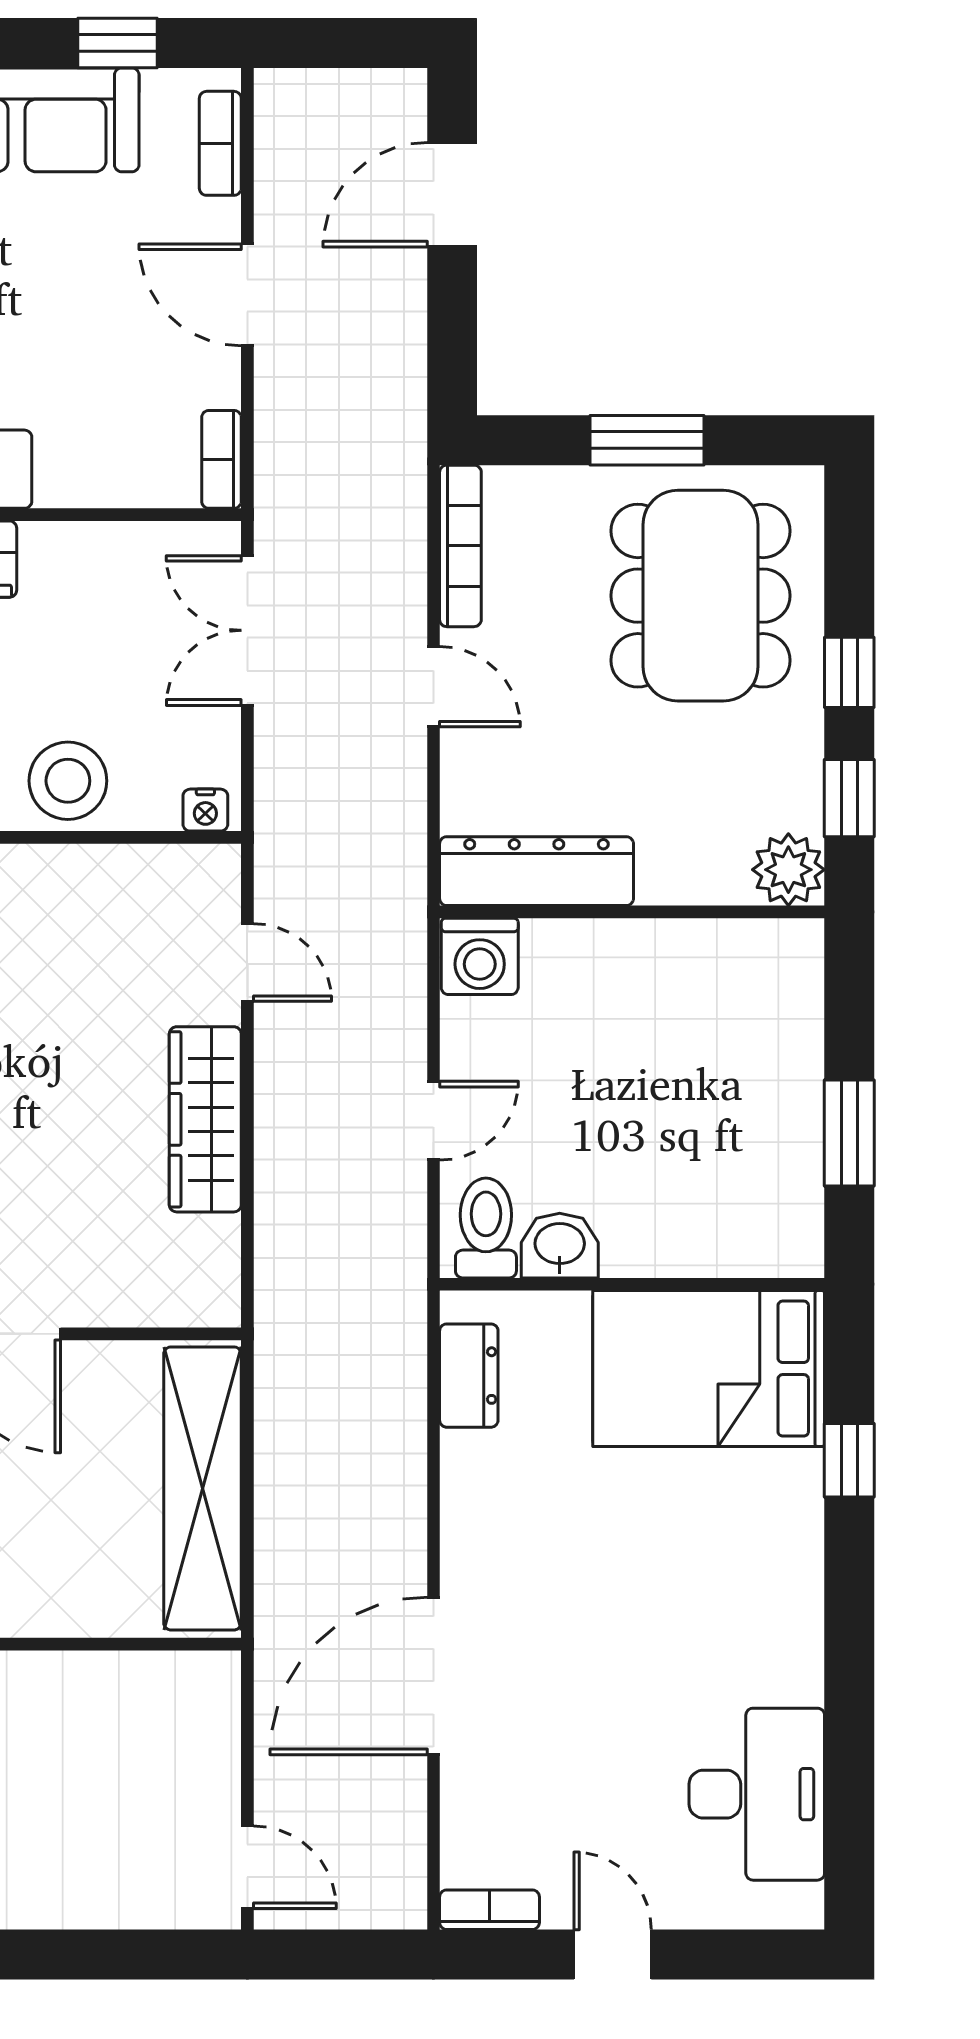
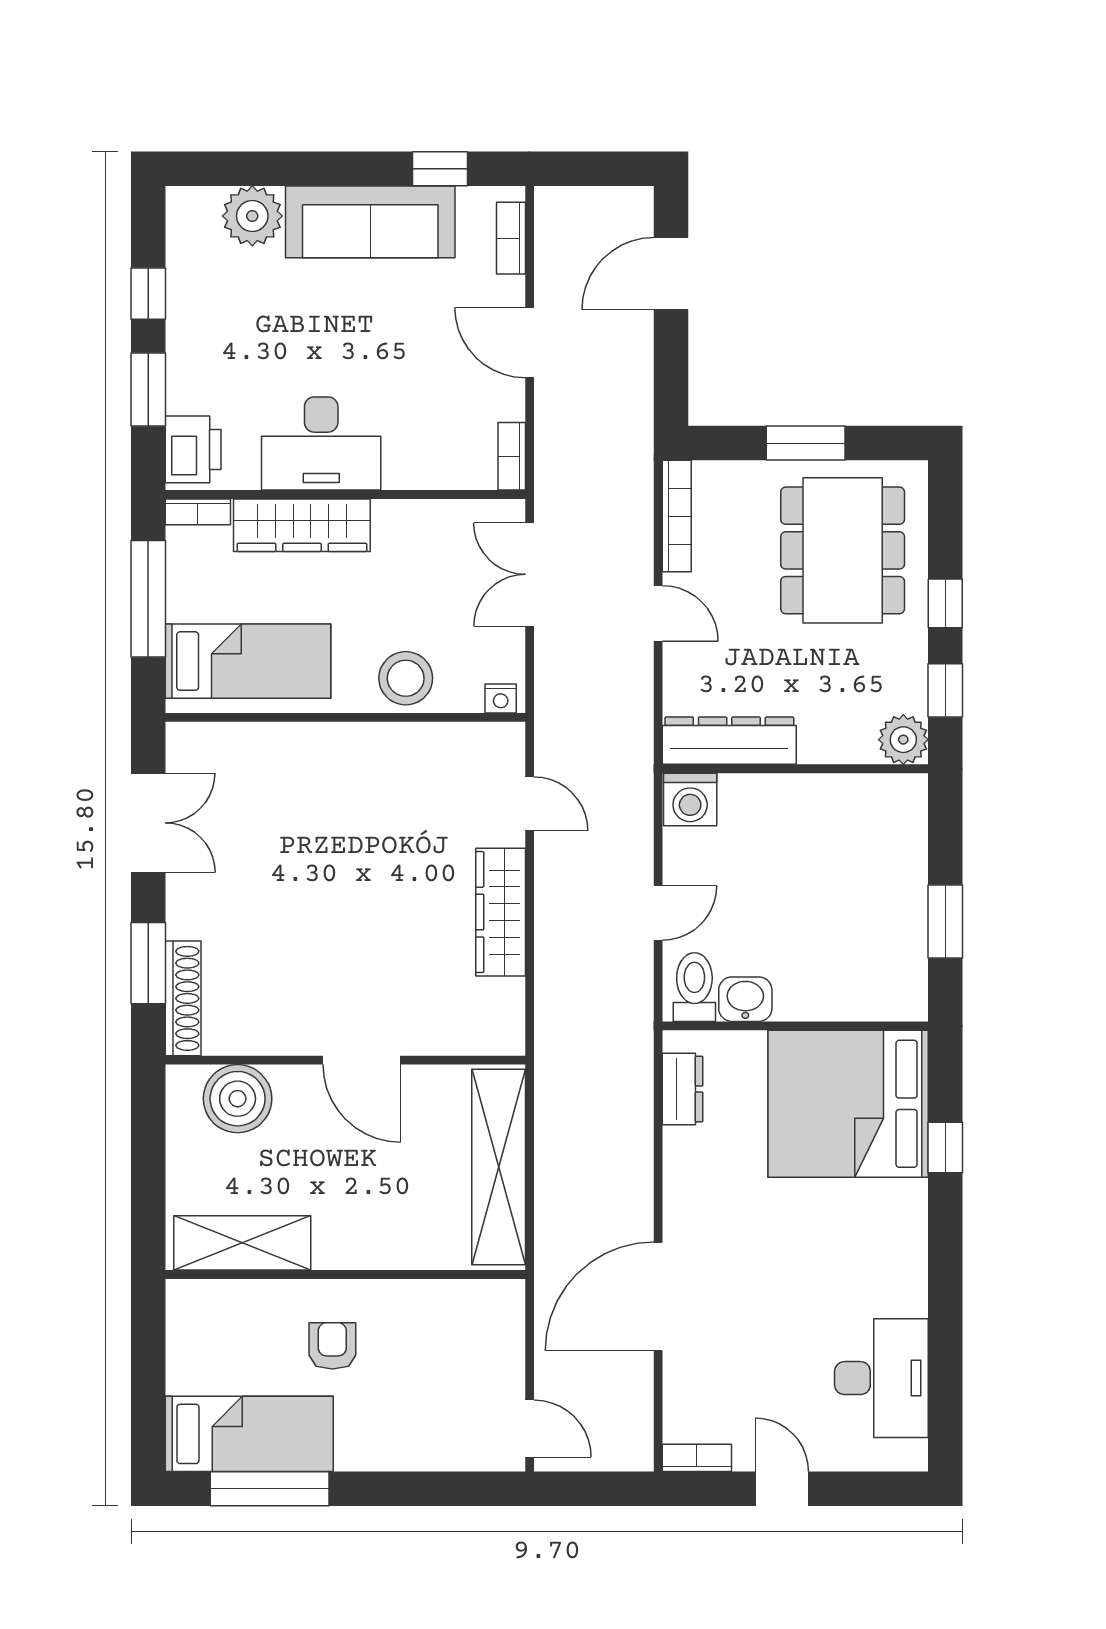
bed: (709, 1369) -> (848, 1104), width x1.36

